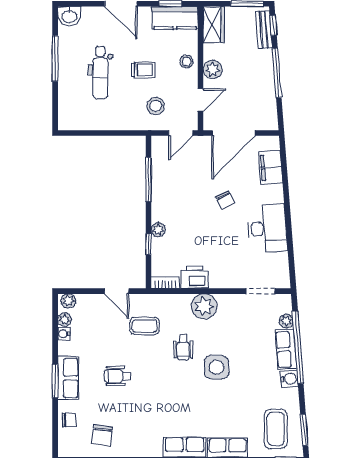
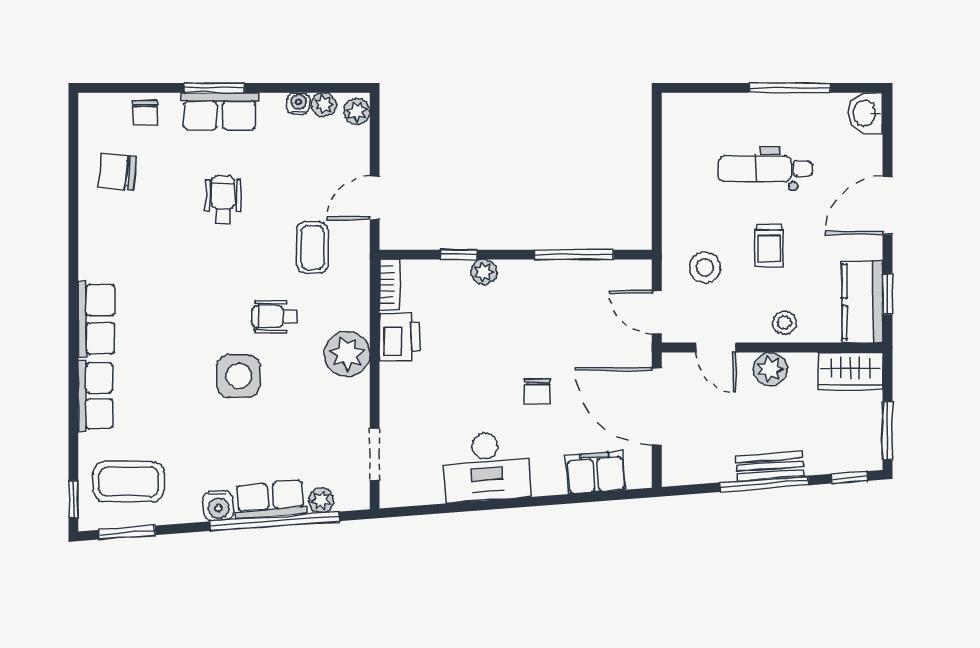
bench: (264, 30) -> (770, 466), moved
chair: (225, 200) -> (537, 392), turned -64

